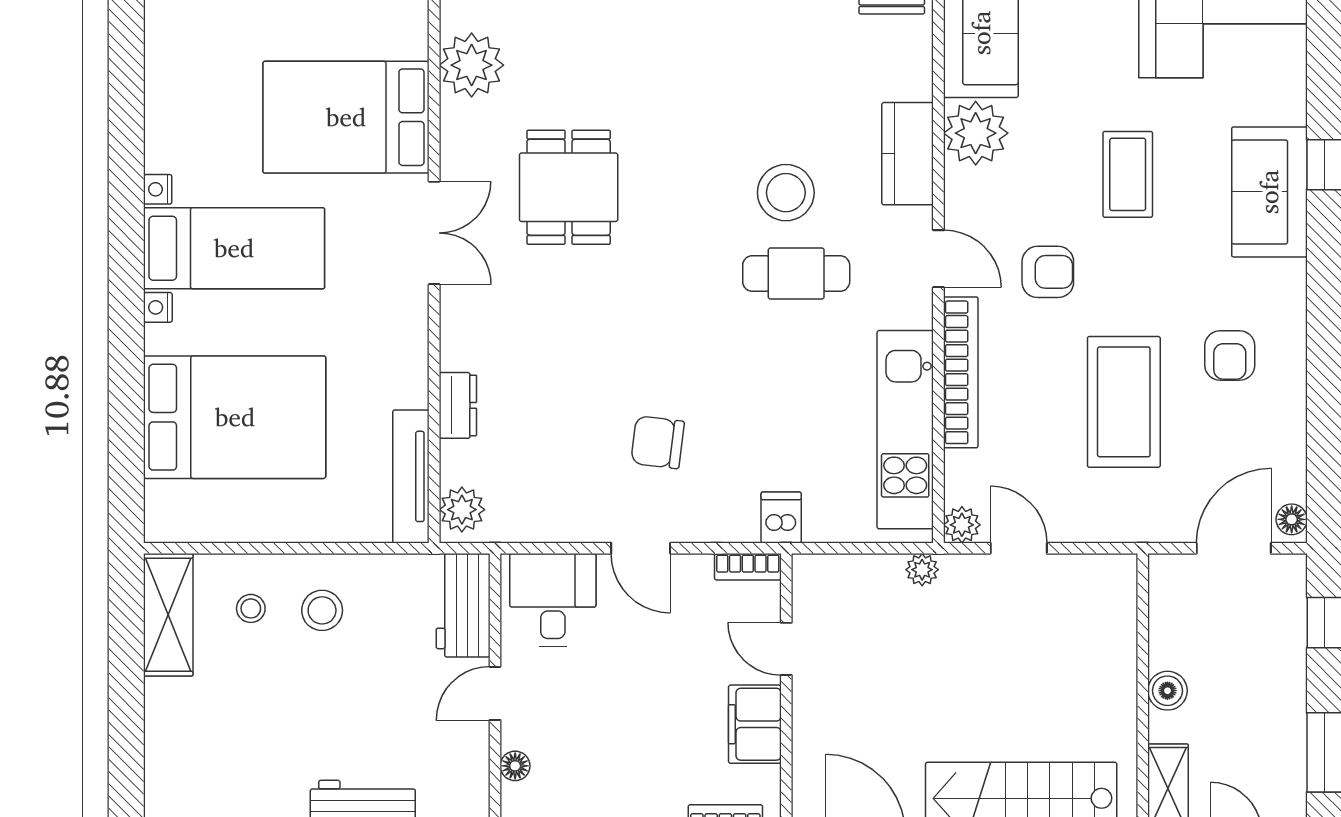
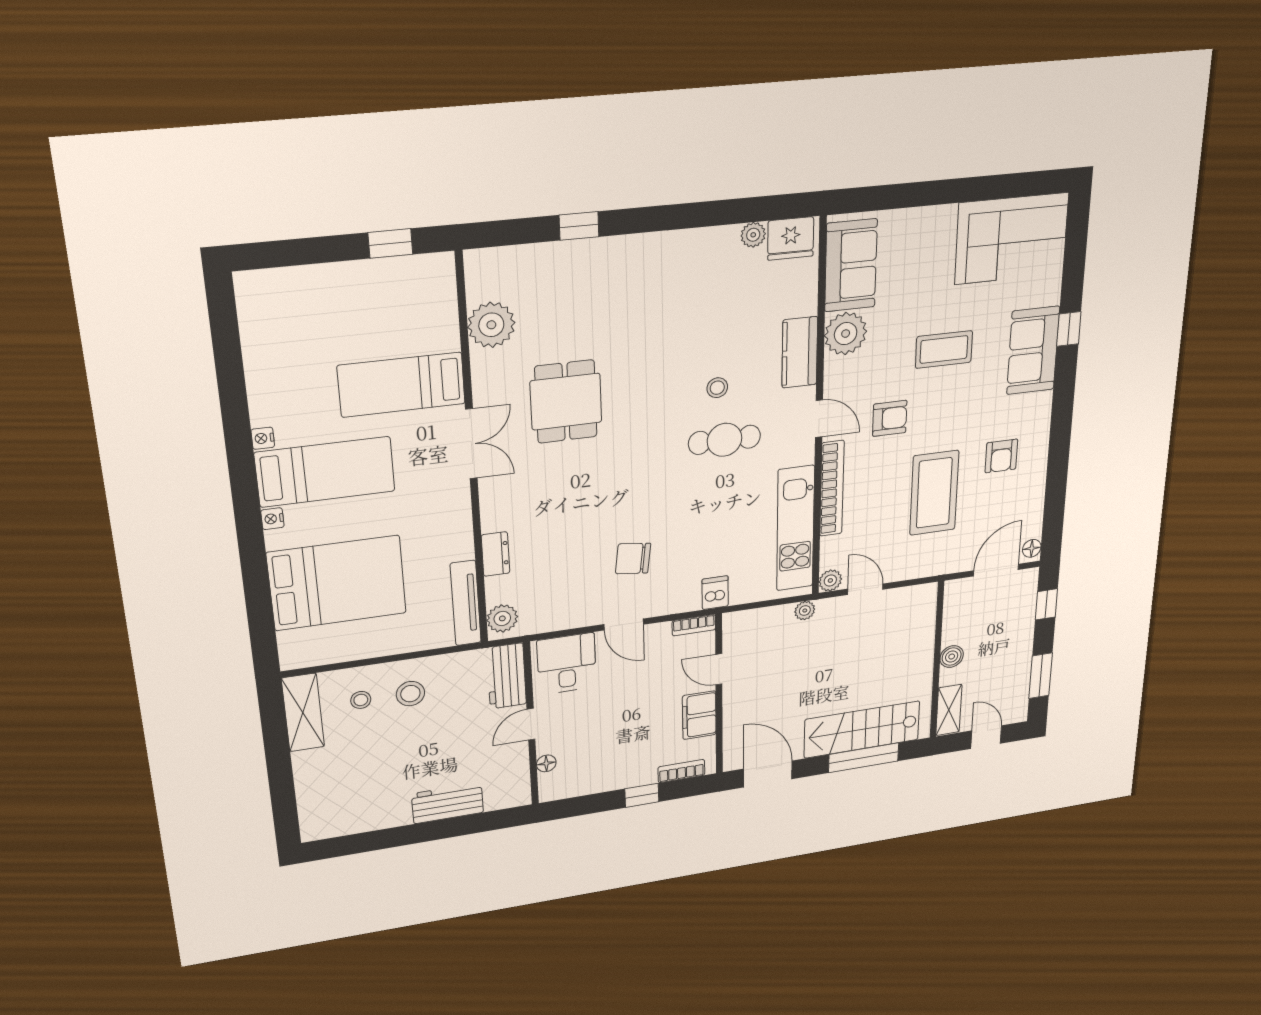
bed: (346, 117) -> (402, 385), width x0.67
coffee table: (1128, 174) -> (944, 349), turned 90
stool: (786, 193) -> (717, 388), width x0.53, depth x0.53

